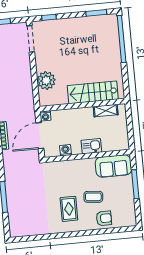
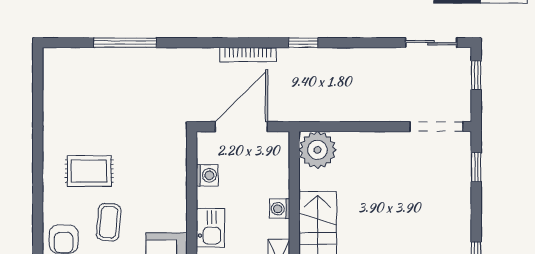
plant: (46, 80) -> (318, 150), moved
washing machine: (46, 116) -> (280, 209), moved
door: (40, 136) -> (241, 127), hinge flipped

